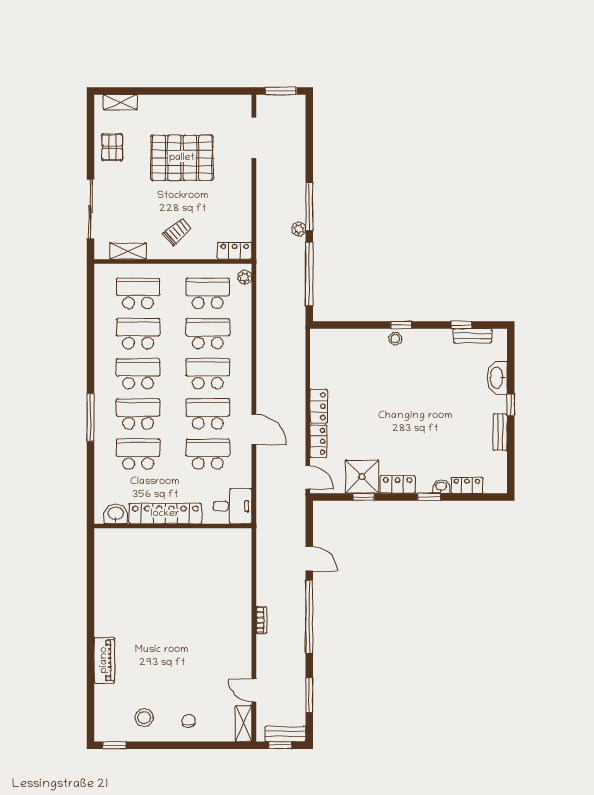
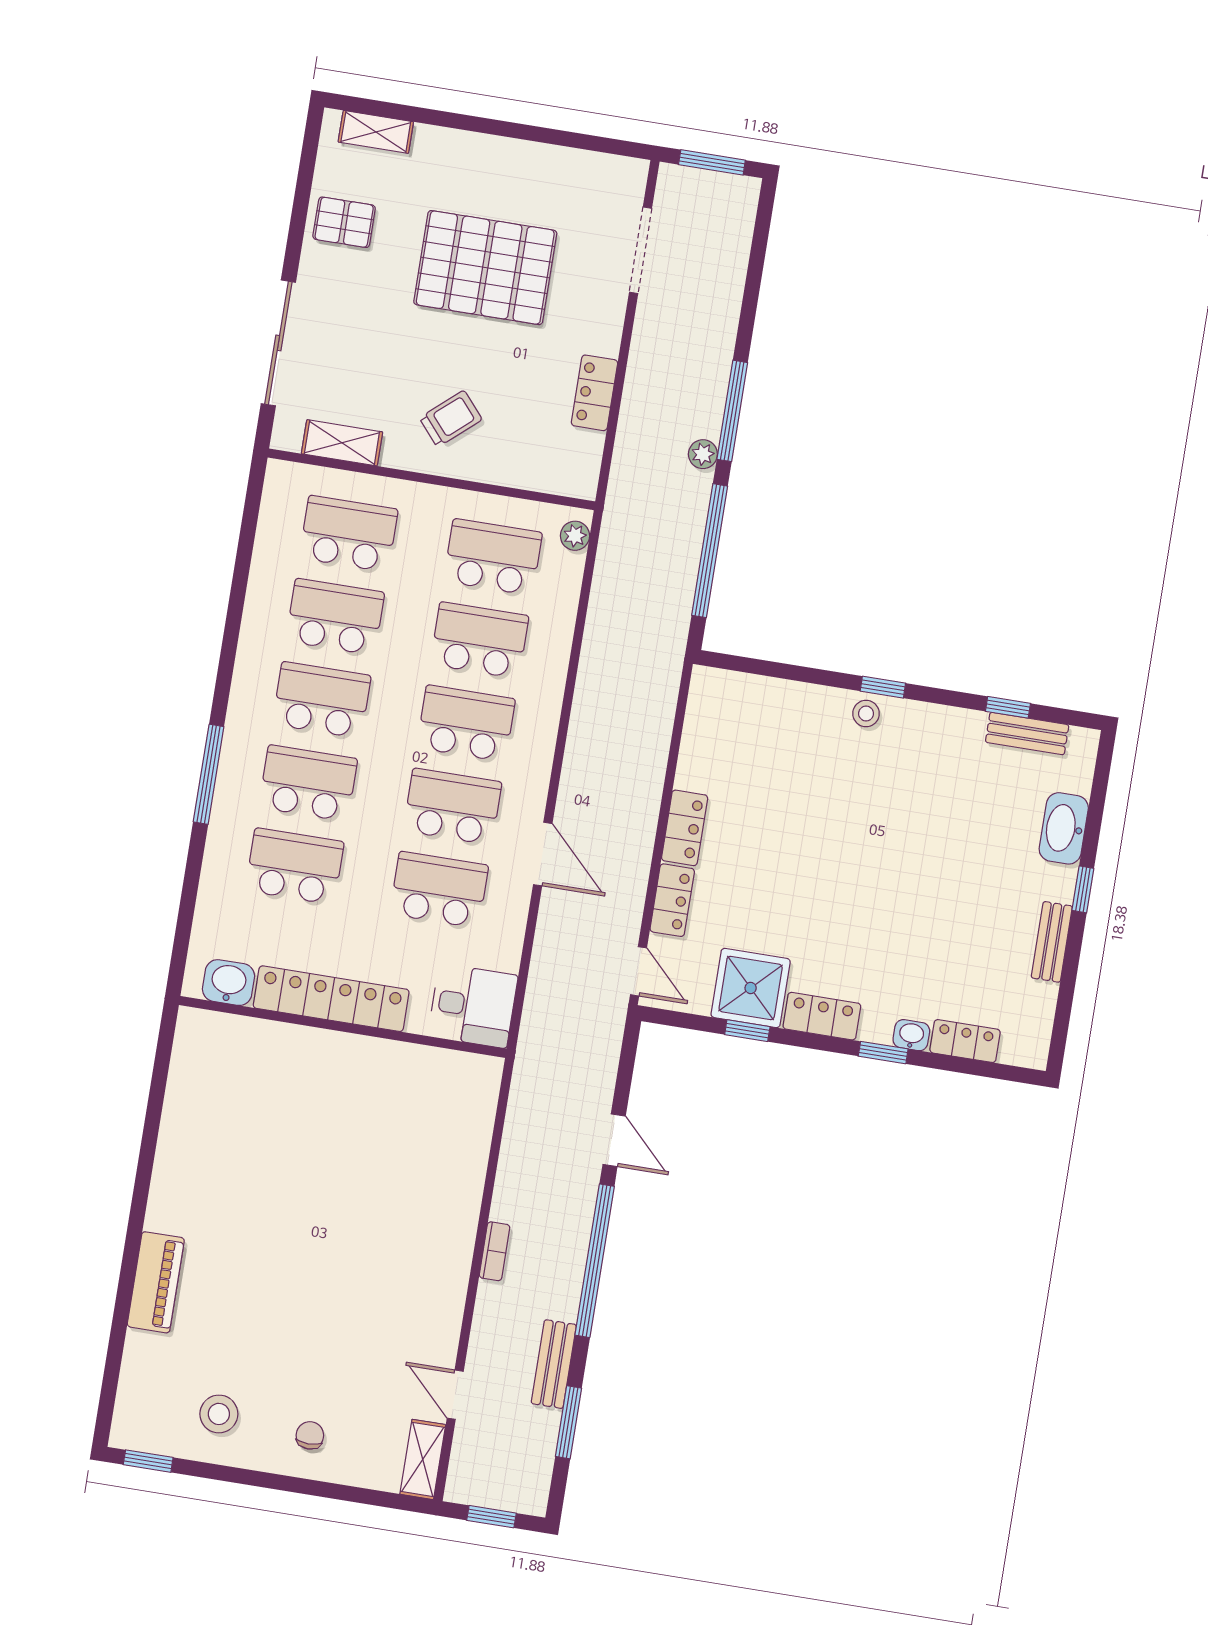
pallet: (112, 147) -> (344, 222), turned 90
locker: (235, 251) -> (594, 393), moved, turned -90
bench: (285, 734) -> (554, 1364), moved, turned 90

